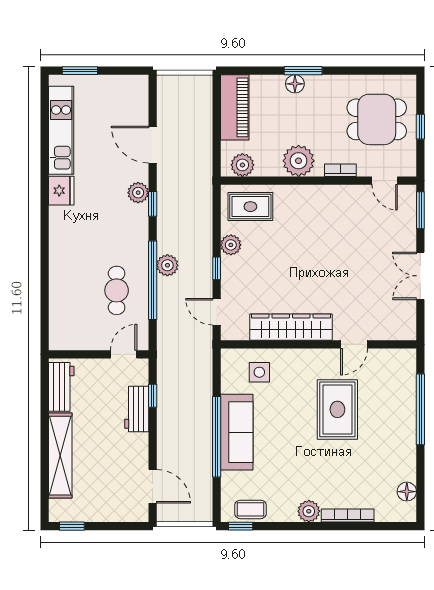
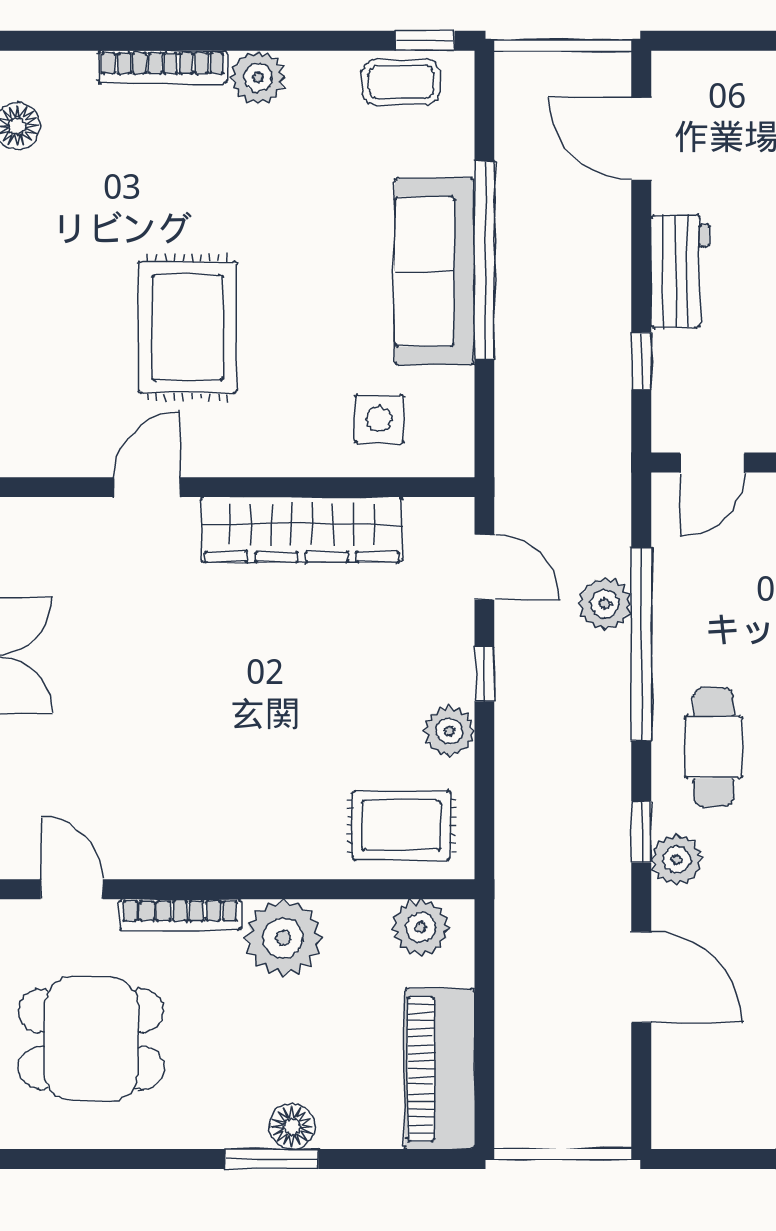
bookcase: (340, 170) -> (180, 915), width x1.56
plant: (167, 265) -> (605, 604), moved
cafe table: (117, 290) -> (713, 747), moved
workbench: (137, 409) -> (680, 271), moved

